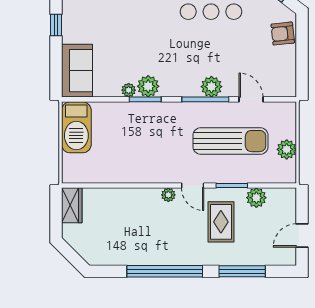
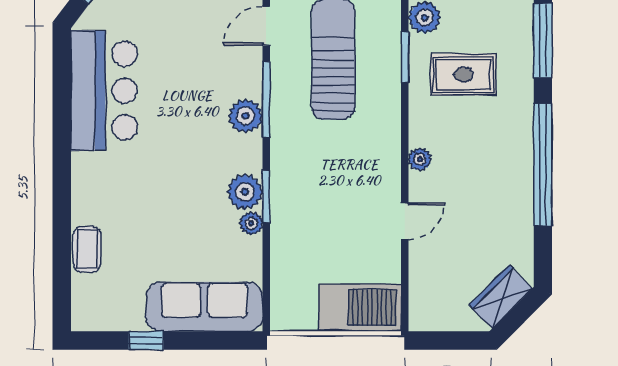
sofa: (77, 71) -> (204, 307), width x1.36
plant: (211, 87) -> (246, 116), moved
barbecue: (76, 127) -> (360, 308), moved
door: (193, 186) -> (405, 221), moved
wardrobe: (72, 205) -> (501, 297), moved, turned -45

